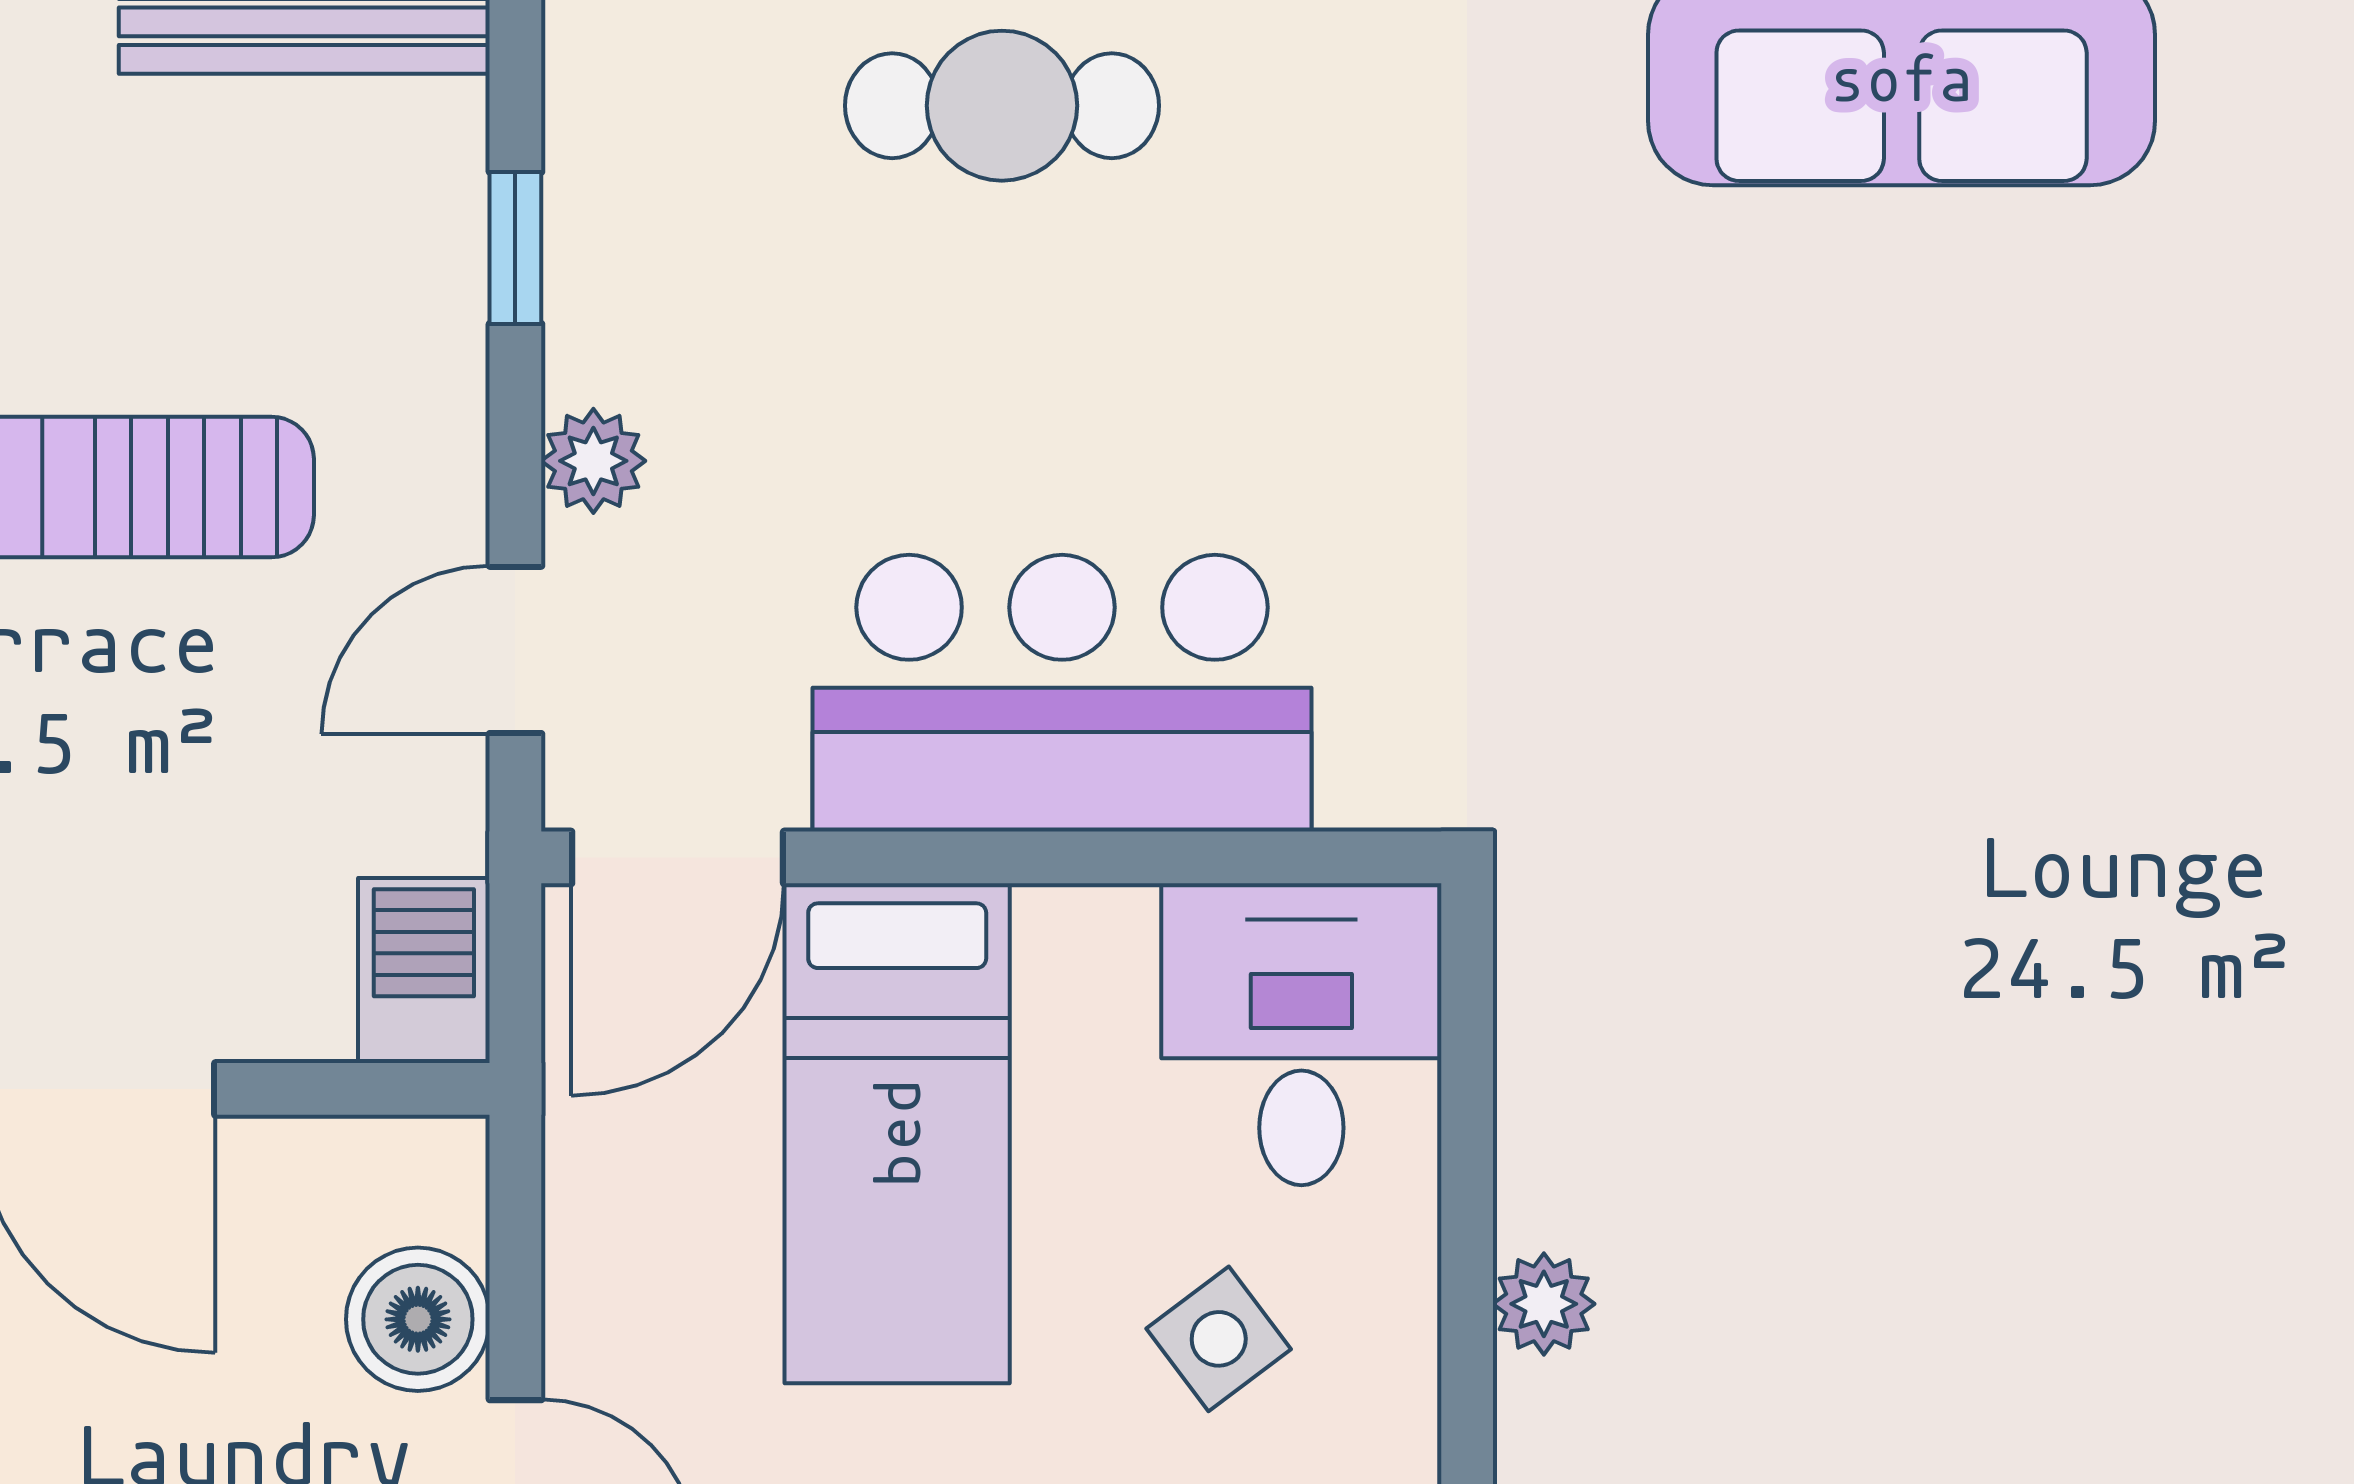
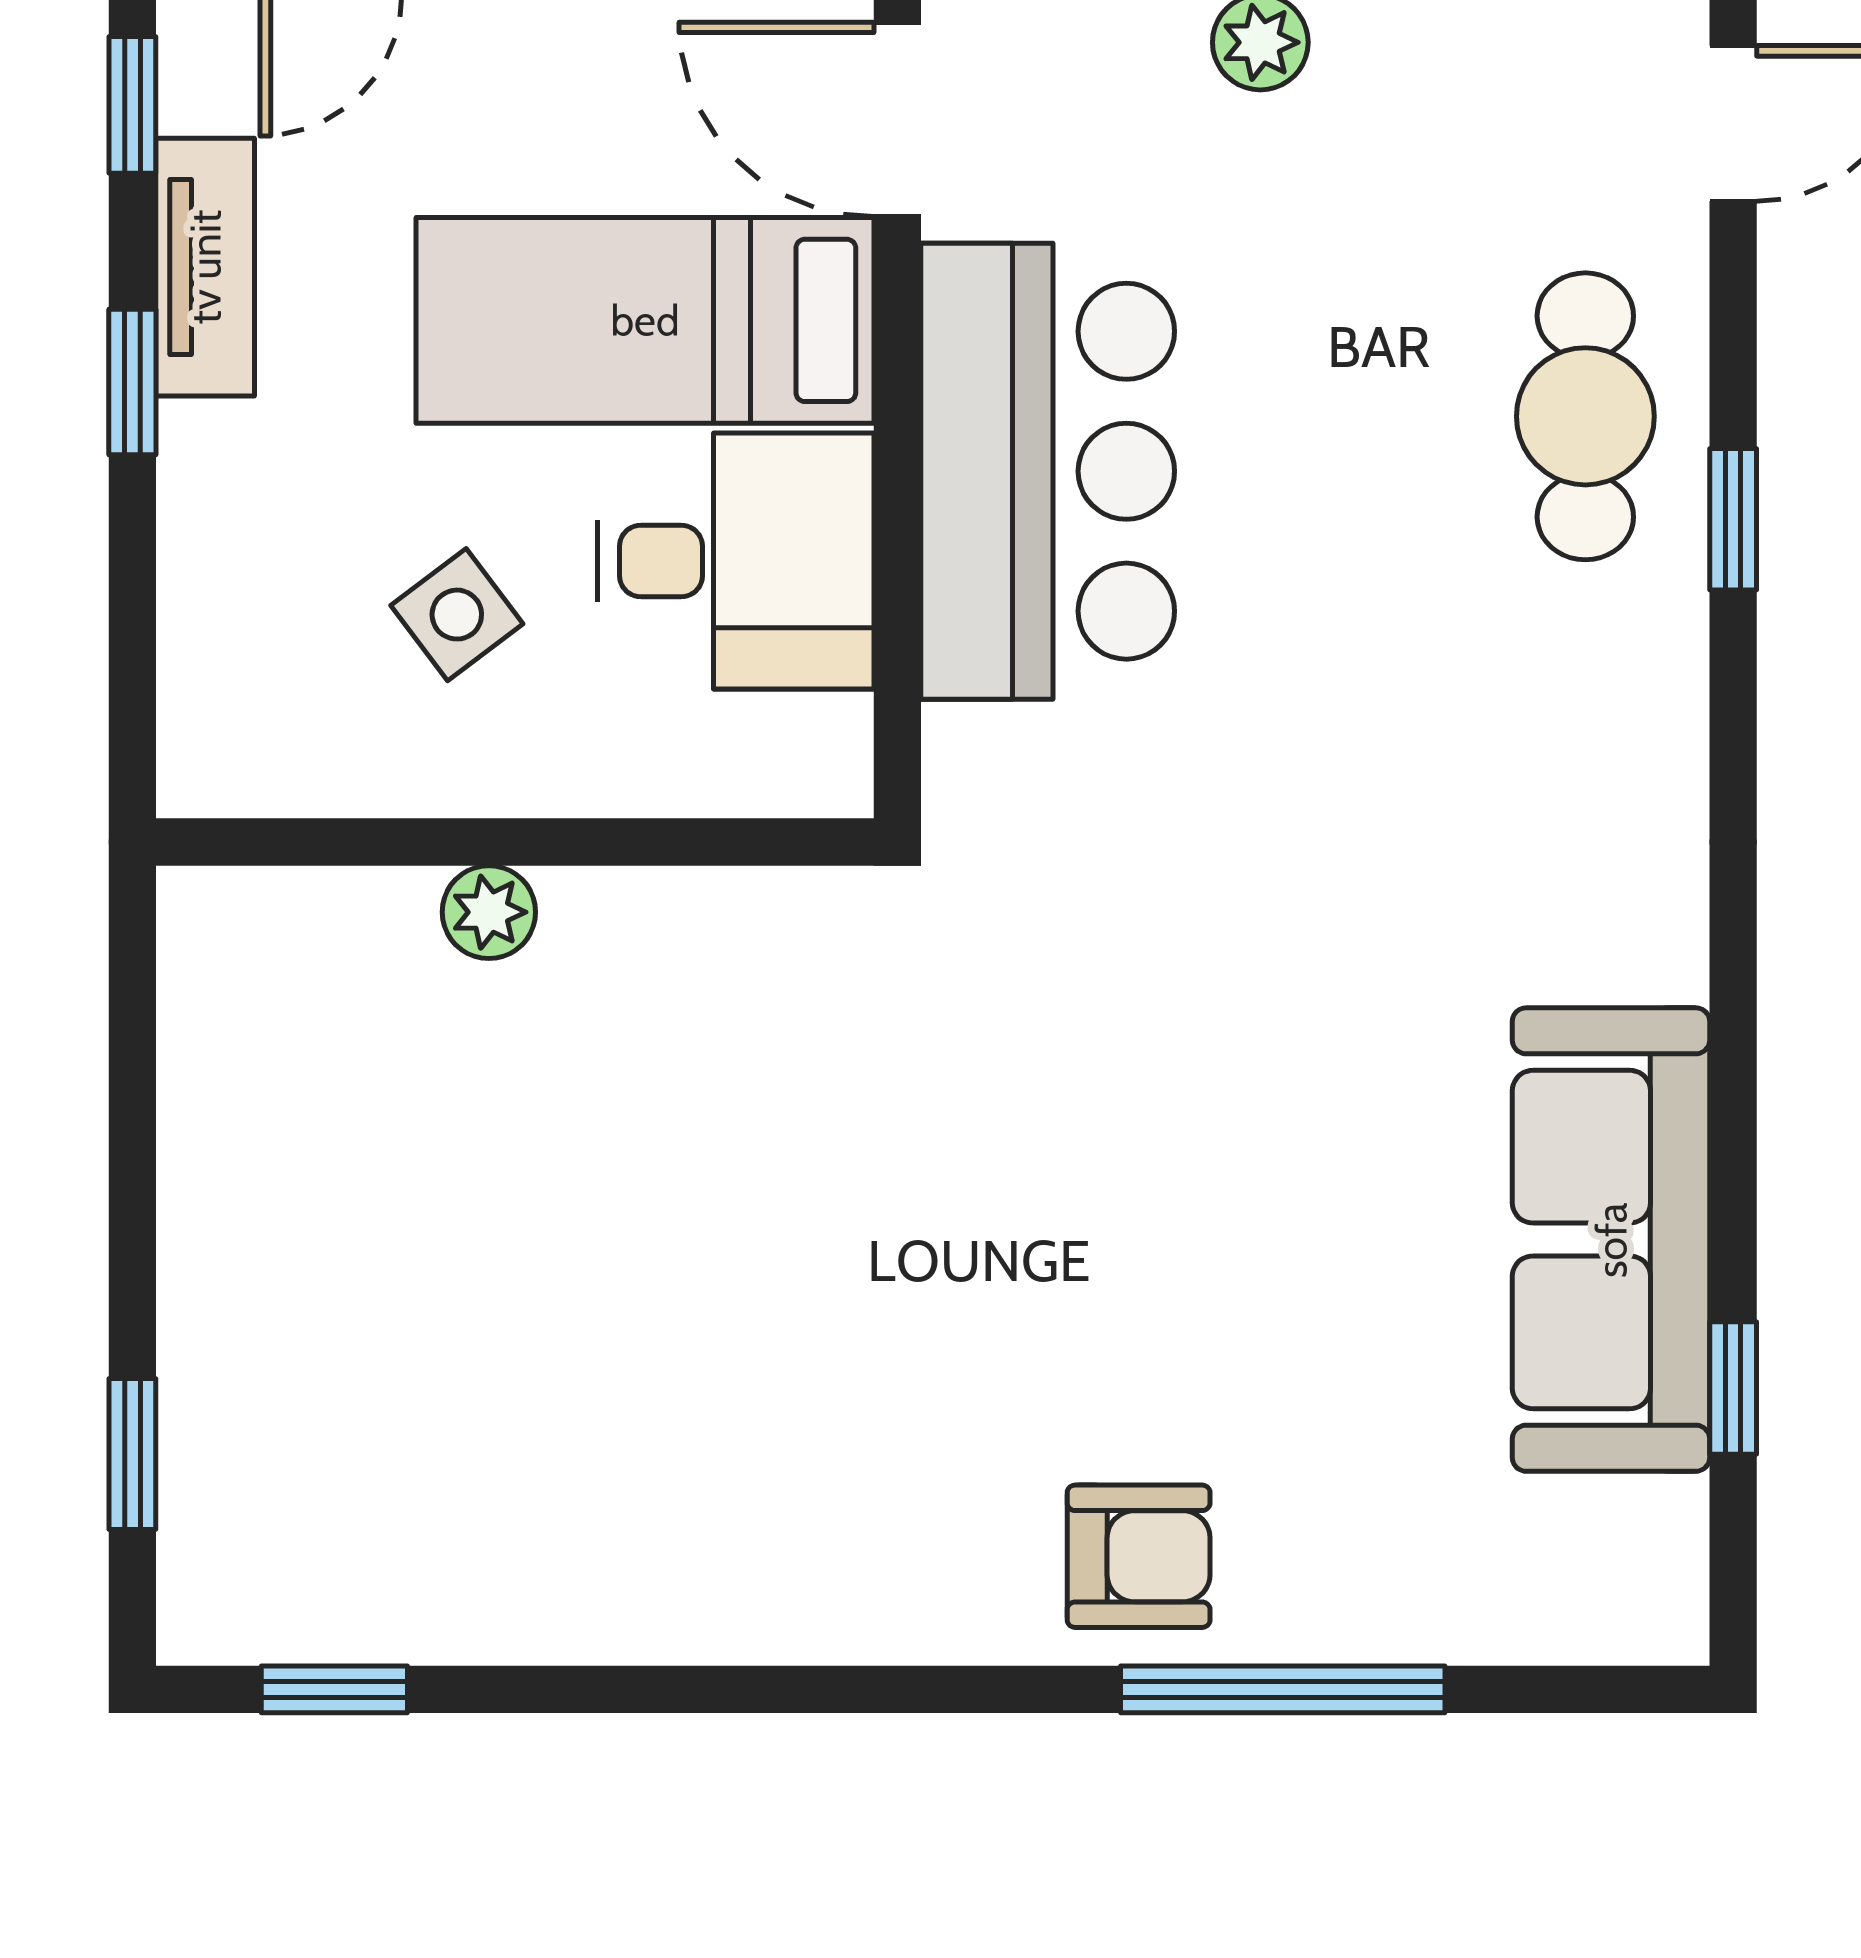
armchair: (2248, 594) -> (1139, 1556), added
desk: (1301, 1034) -> (736, 561), moved

